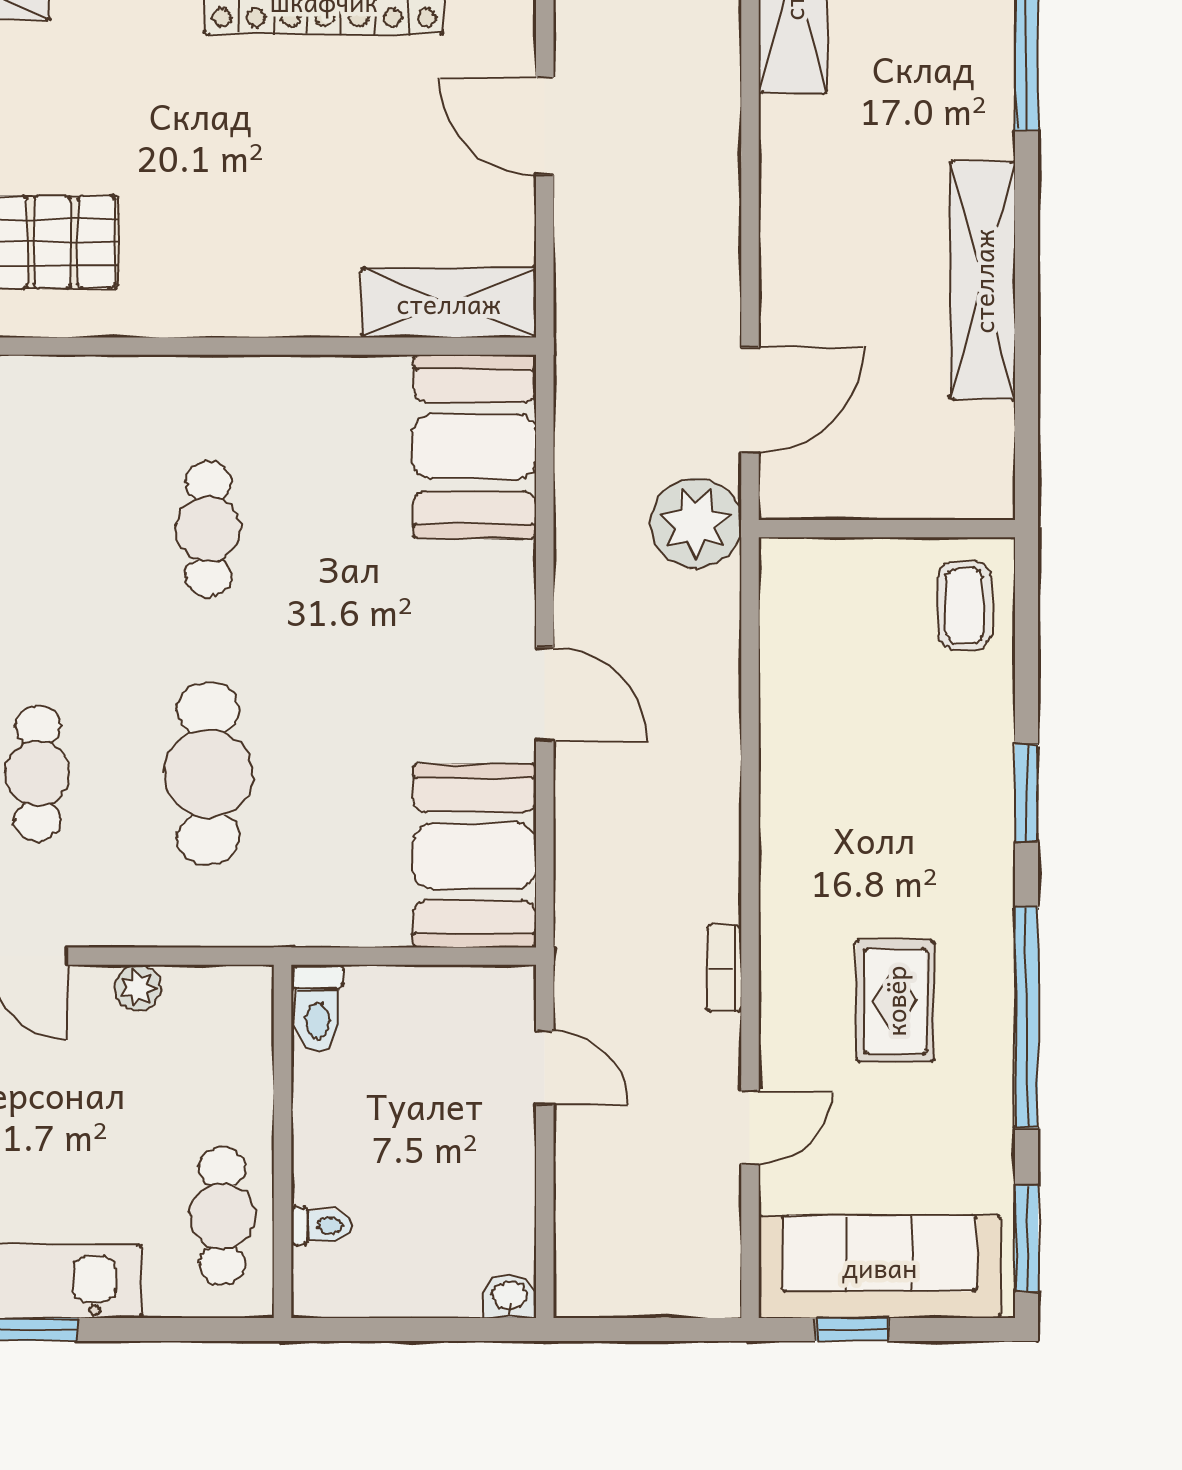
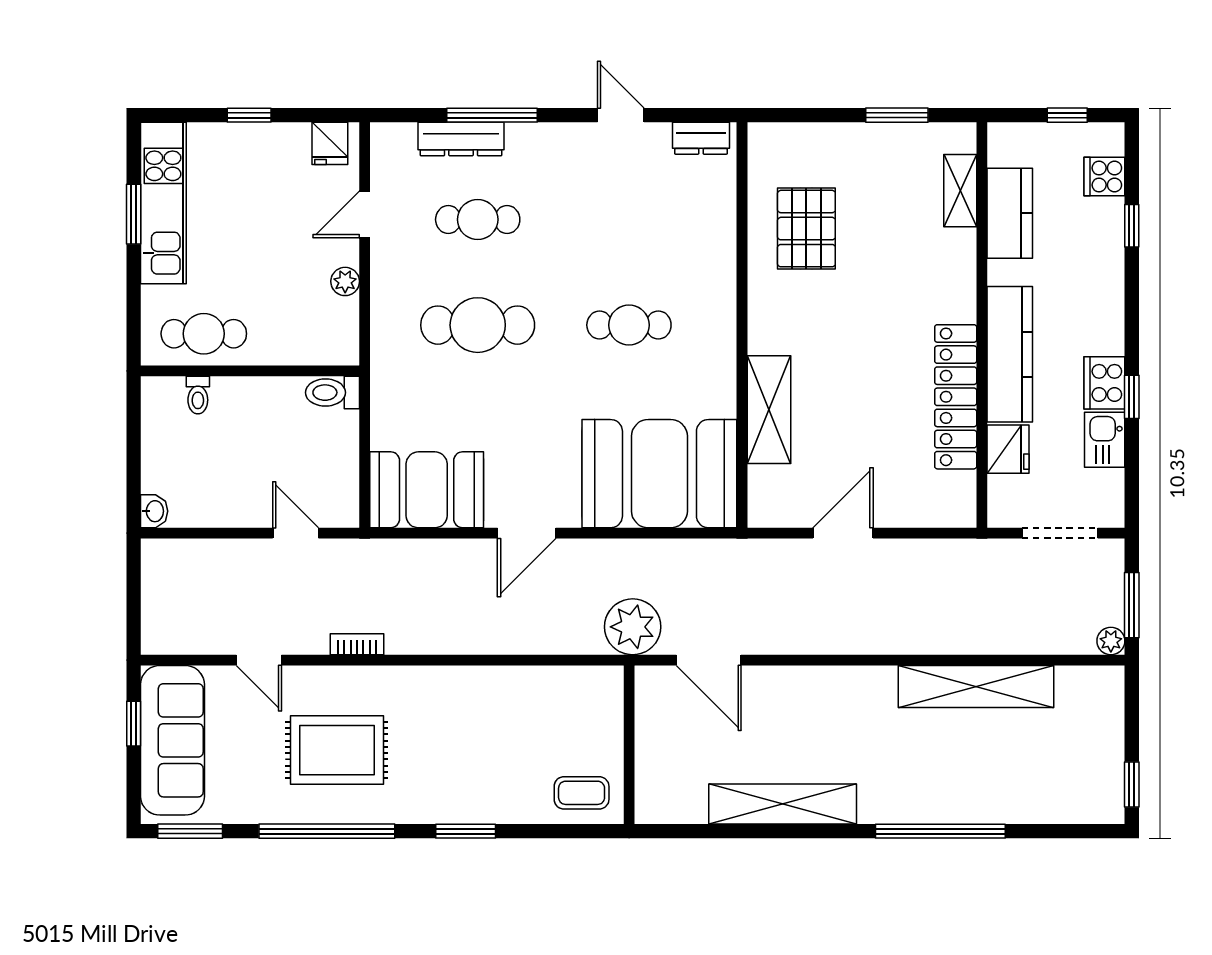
door: (545, 126) -> (843, 533), moved
shelving: (449, 303) -> (769, 410), moved
booth: (475, 446) -> (659, 474), width x1.36, depth x1.42
rug: (895, 1001) -> (337, 750), width x1.36, depth x1.43
door: (545, 1068) -> (296, 533), swing flipped

